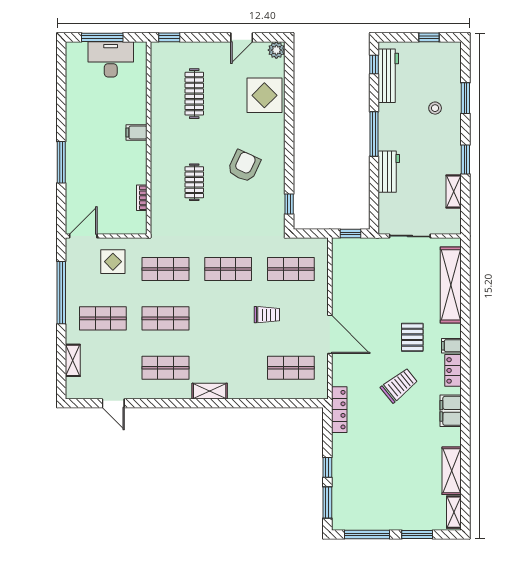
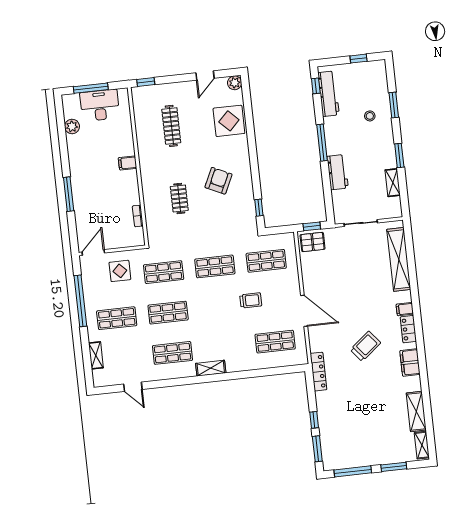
plant: (74, 81) -> (72, 126), added
pallet: (412, 337) -> (313, 242), moved, turned 90

